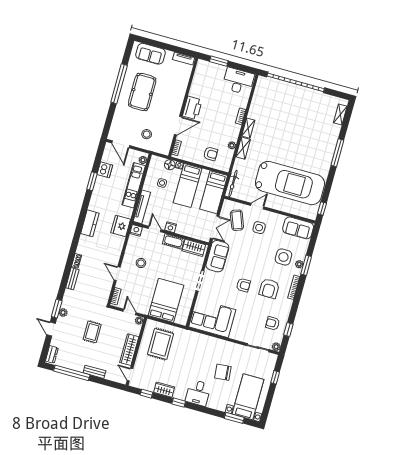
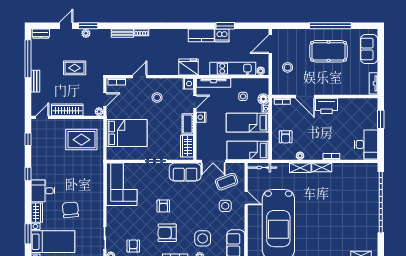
dishwasher: (105, 170) -> (222, 35), moved
kitchen counter: (90, 223) -> (201, 35), moved
wardrobe: (164, 390) -> (37, 213), moved

